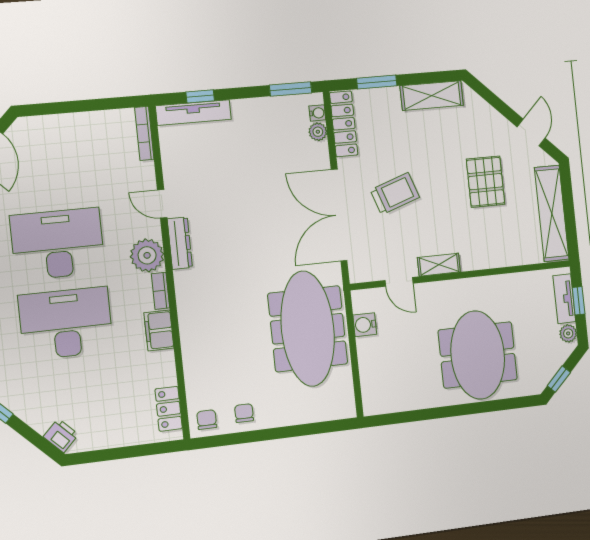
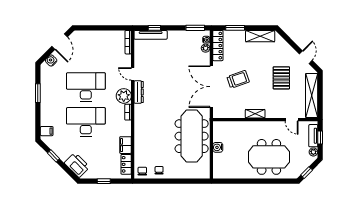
door: (399, 282) -> (292, 120), moved
water cooler: (365, 325) -> (218, 147), moved
filing cabinet: (159, 330) -> (125, 145), moved
meeting table: (478, 355) -> (269, 157), turned 90
printer: (61, 436) -> (77, 165), width x1.87, depth x1.48
window: (121, 453) -> (104, 181), added

